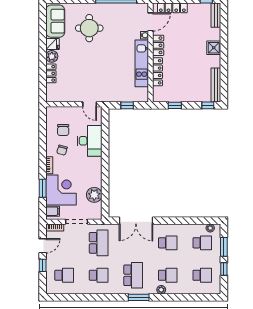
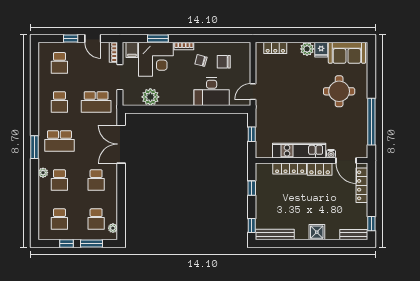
locker: (51, 73) -> (275, 48), moved

